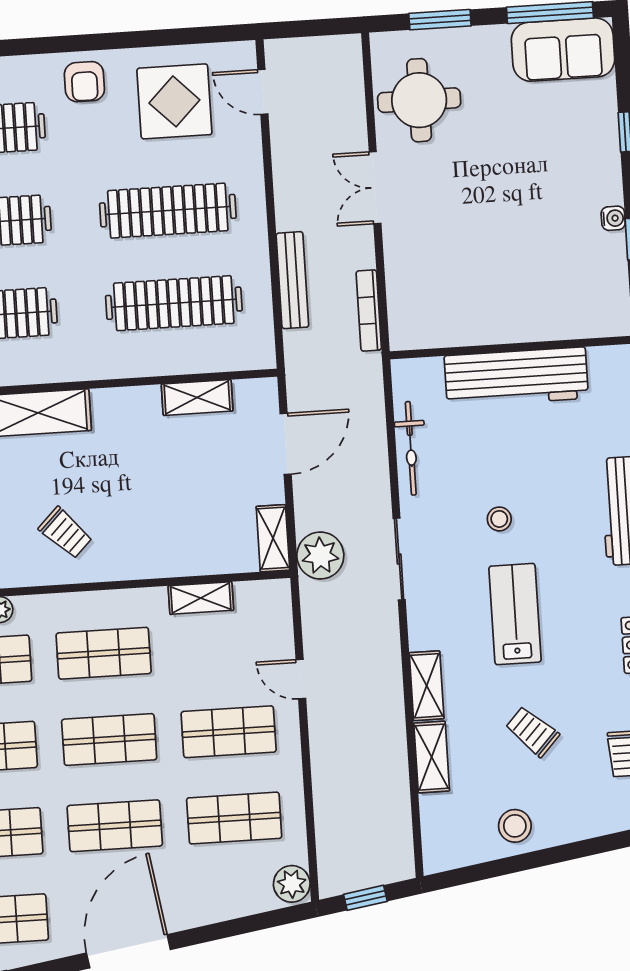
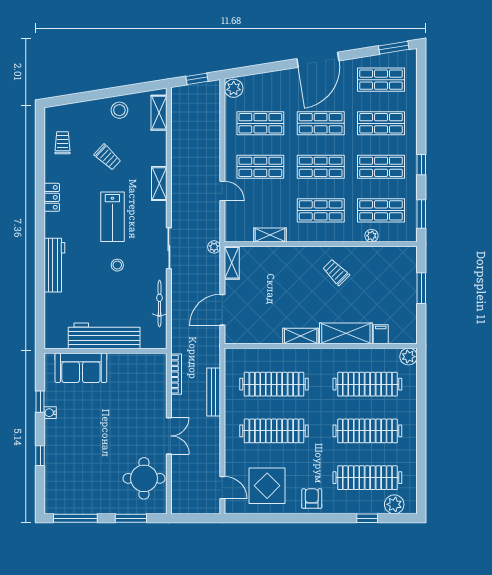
sofa: (563, 50) -> (81, 368), moved, turned 180
shelving: (197, 398) -> (301, 336), moved
plant: (320, 556) -> (214, 247), width x0.53, depth x0.53
shelving: (432, 757) -> (159, 113), moved

